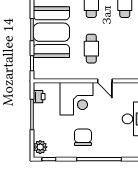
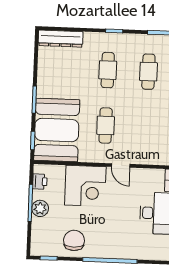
booth: (51, 32) -> (57, 130), moved
chair: (83, 137) -> (74, 240), moved
plant: (40, 147) -> (40, 208), moved

